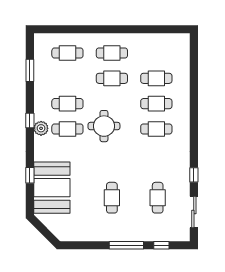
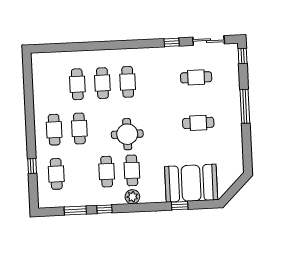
window: (77, 29) -> (32, 166), added
window: (30, 120) -> (104, 209), moved
window: (161, 245) -> (243, 56), moved

